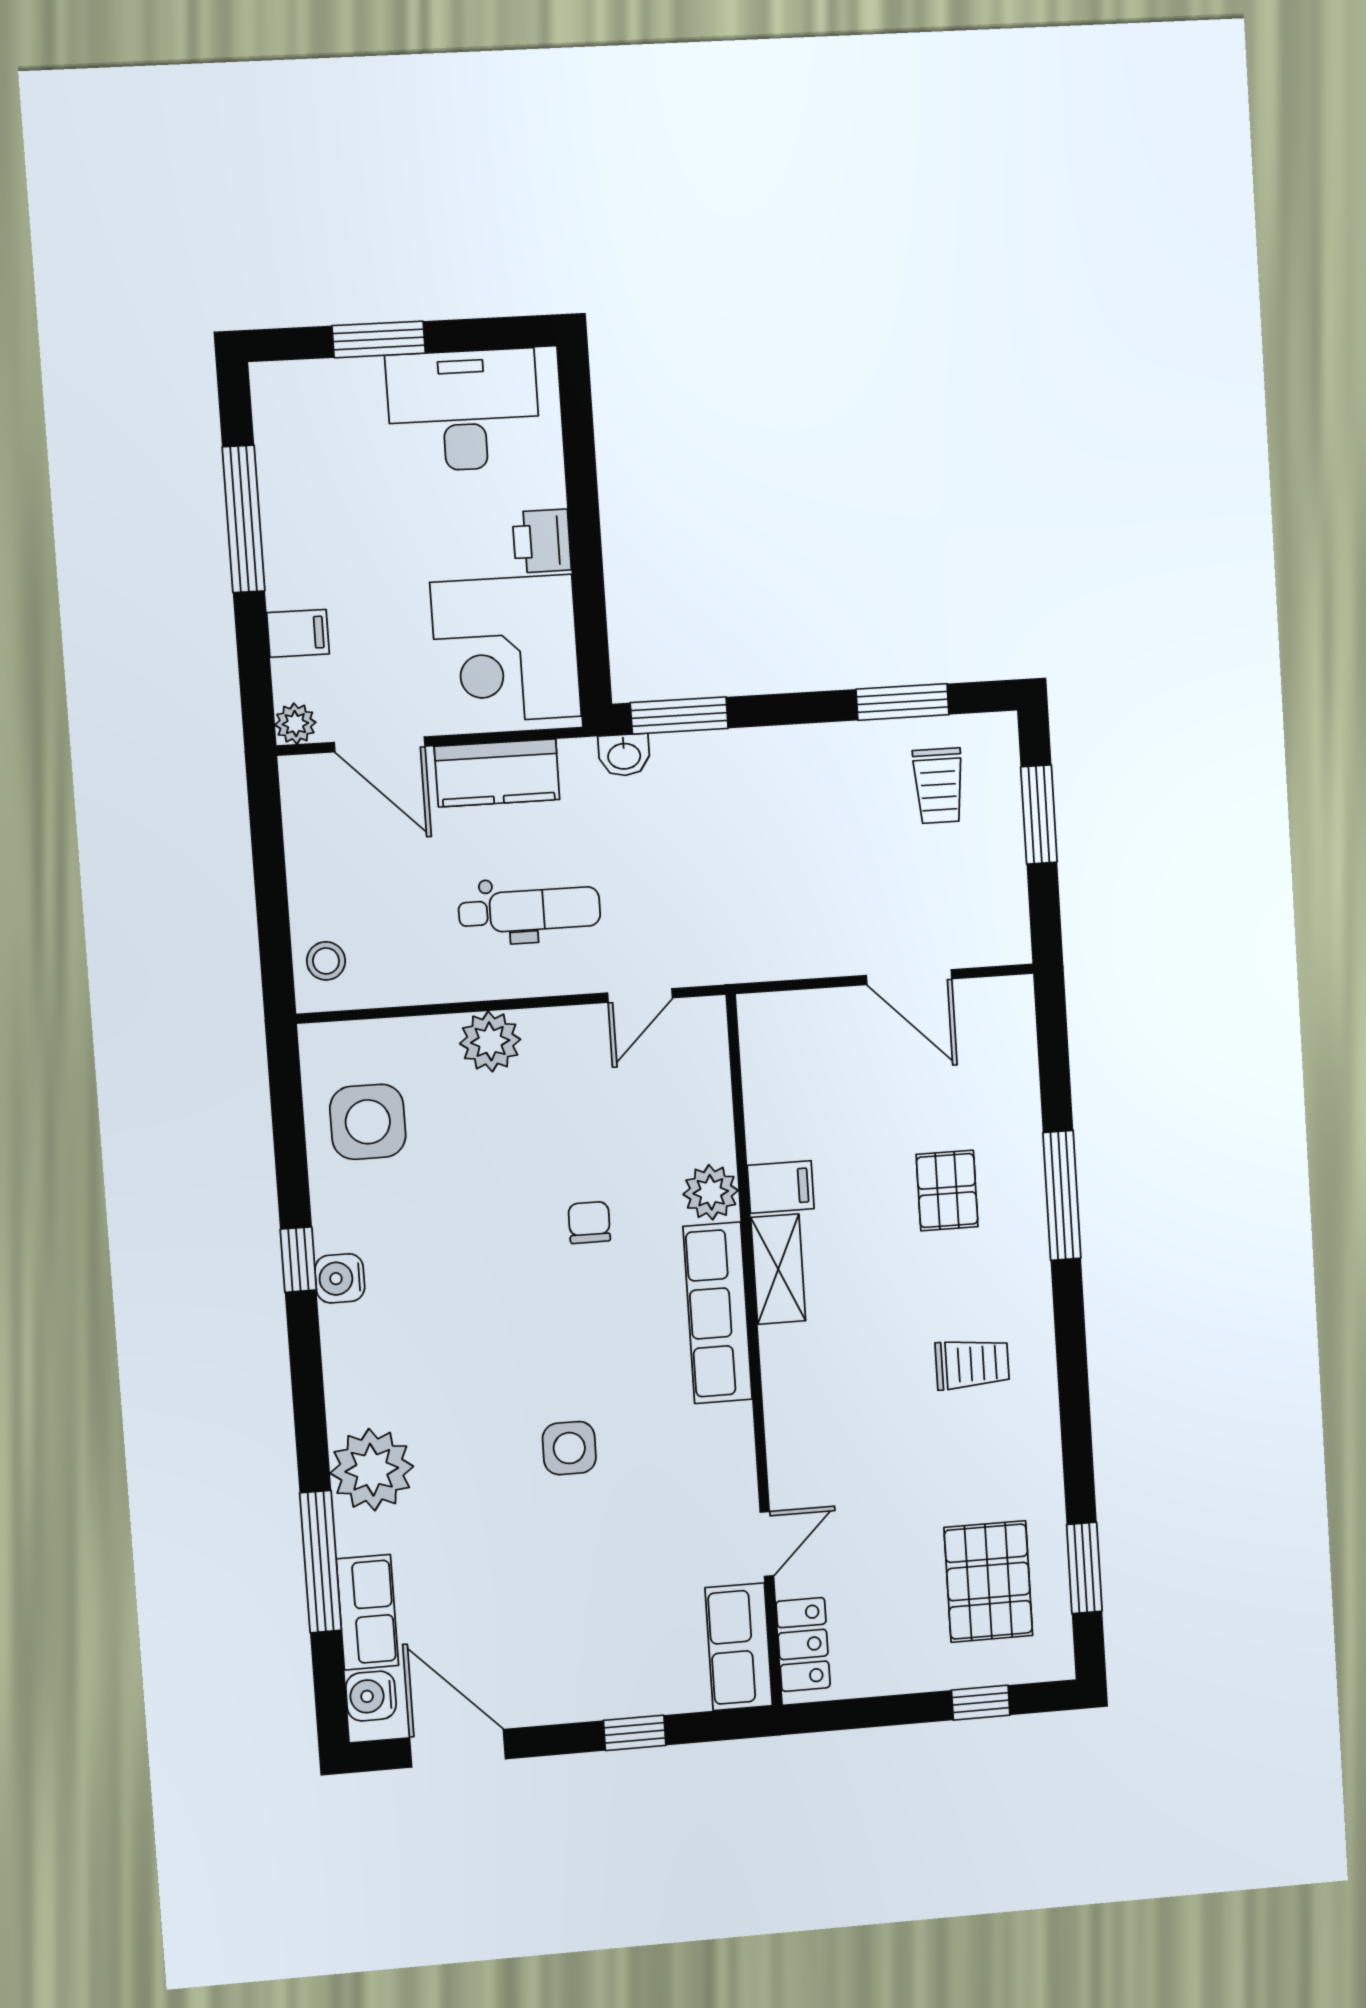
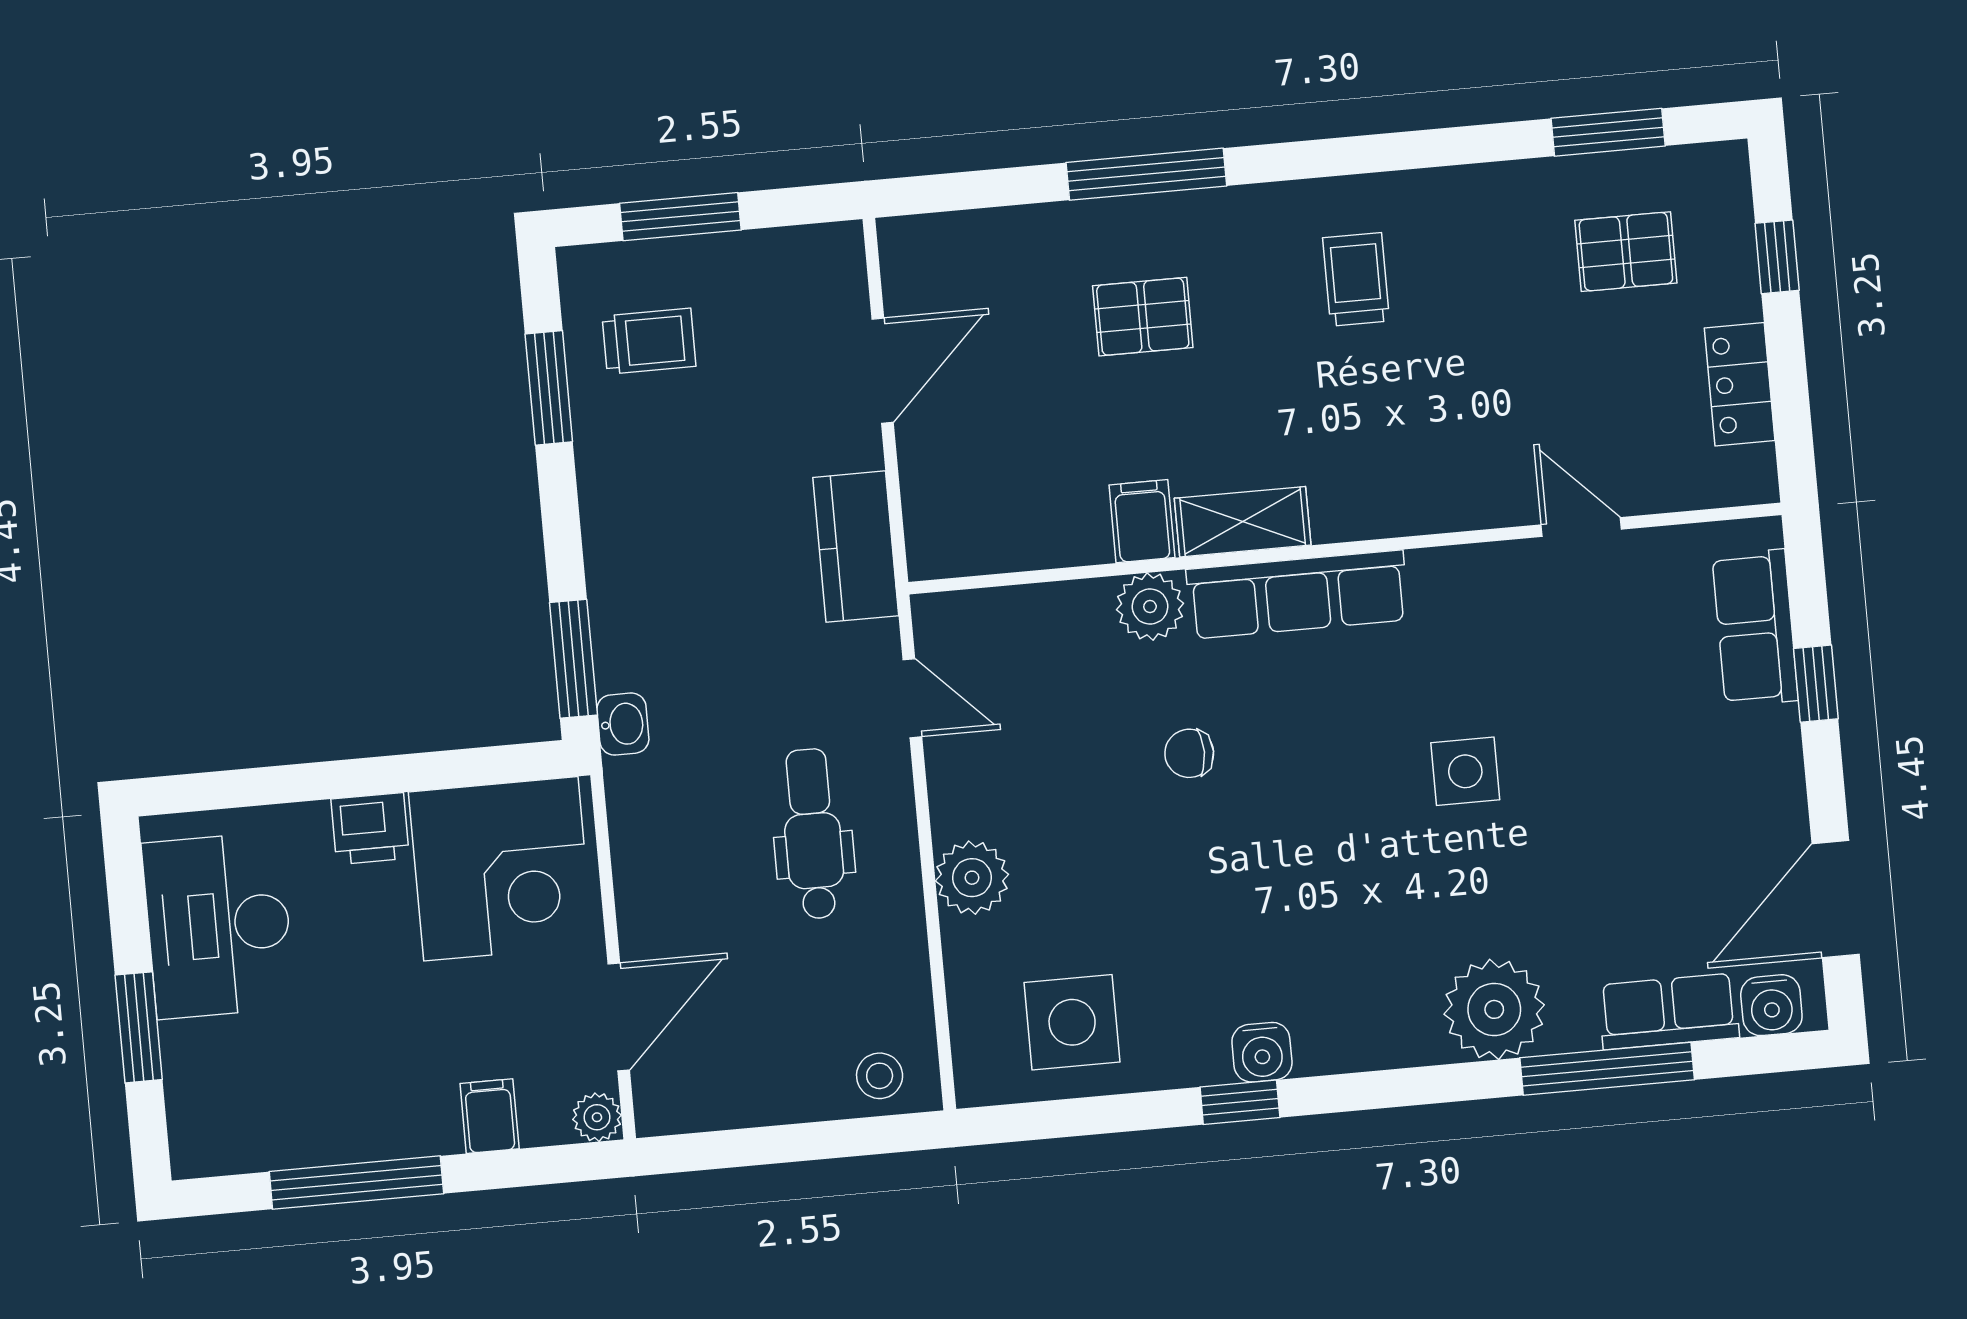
kitchen counter: (497, 773) -> (856, 547), moved, turned 180
pallet: (988, 1582) -> (1626, 252), width x0.67, depth x0.71
locker: (803, 1644) -> (1740, 384), moved, turned -90
row of seats: (739, 1647) -> (1755, 628), moved, turned 90

